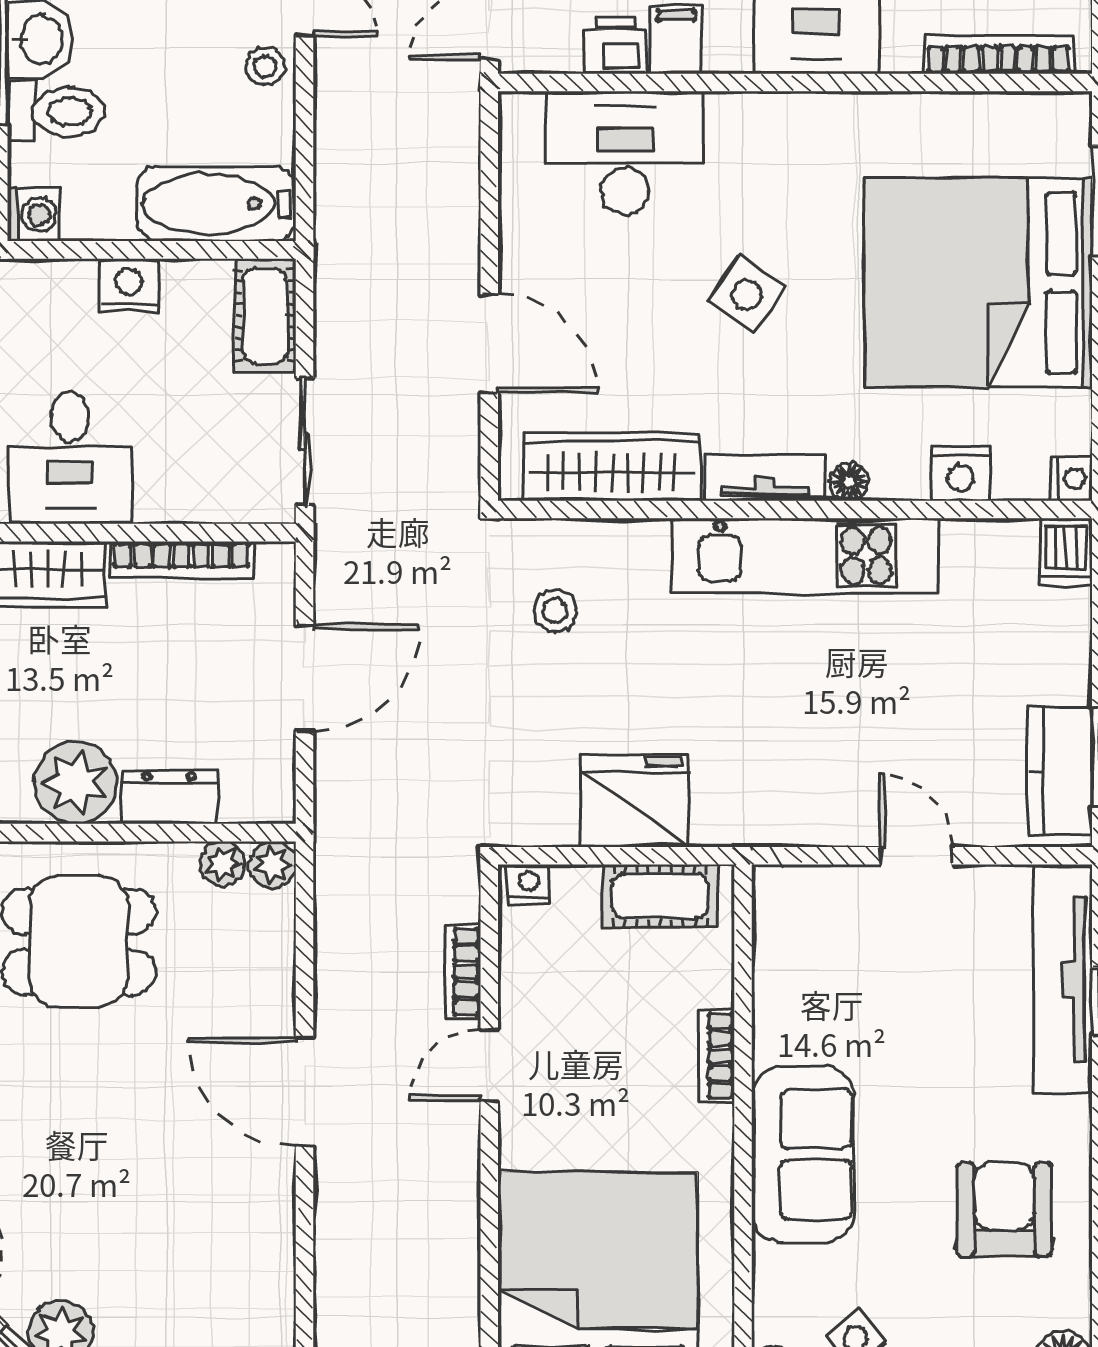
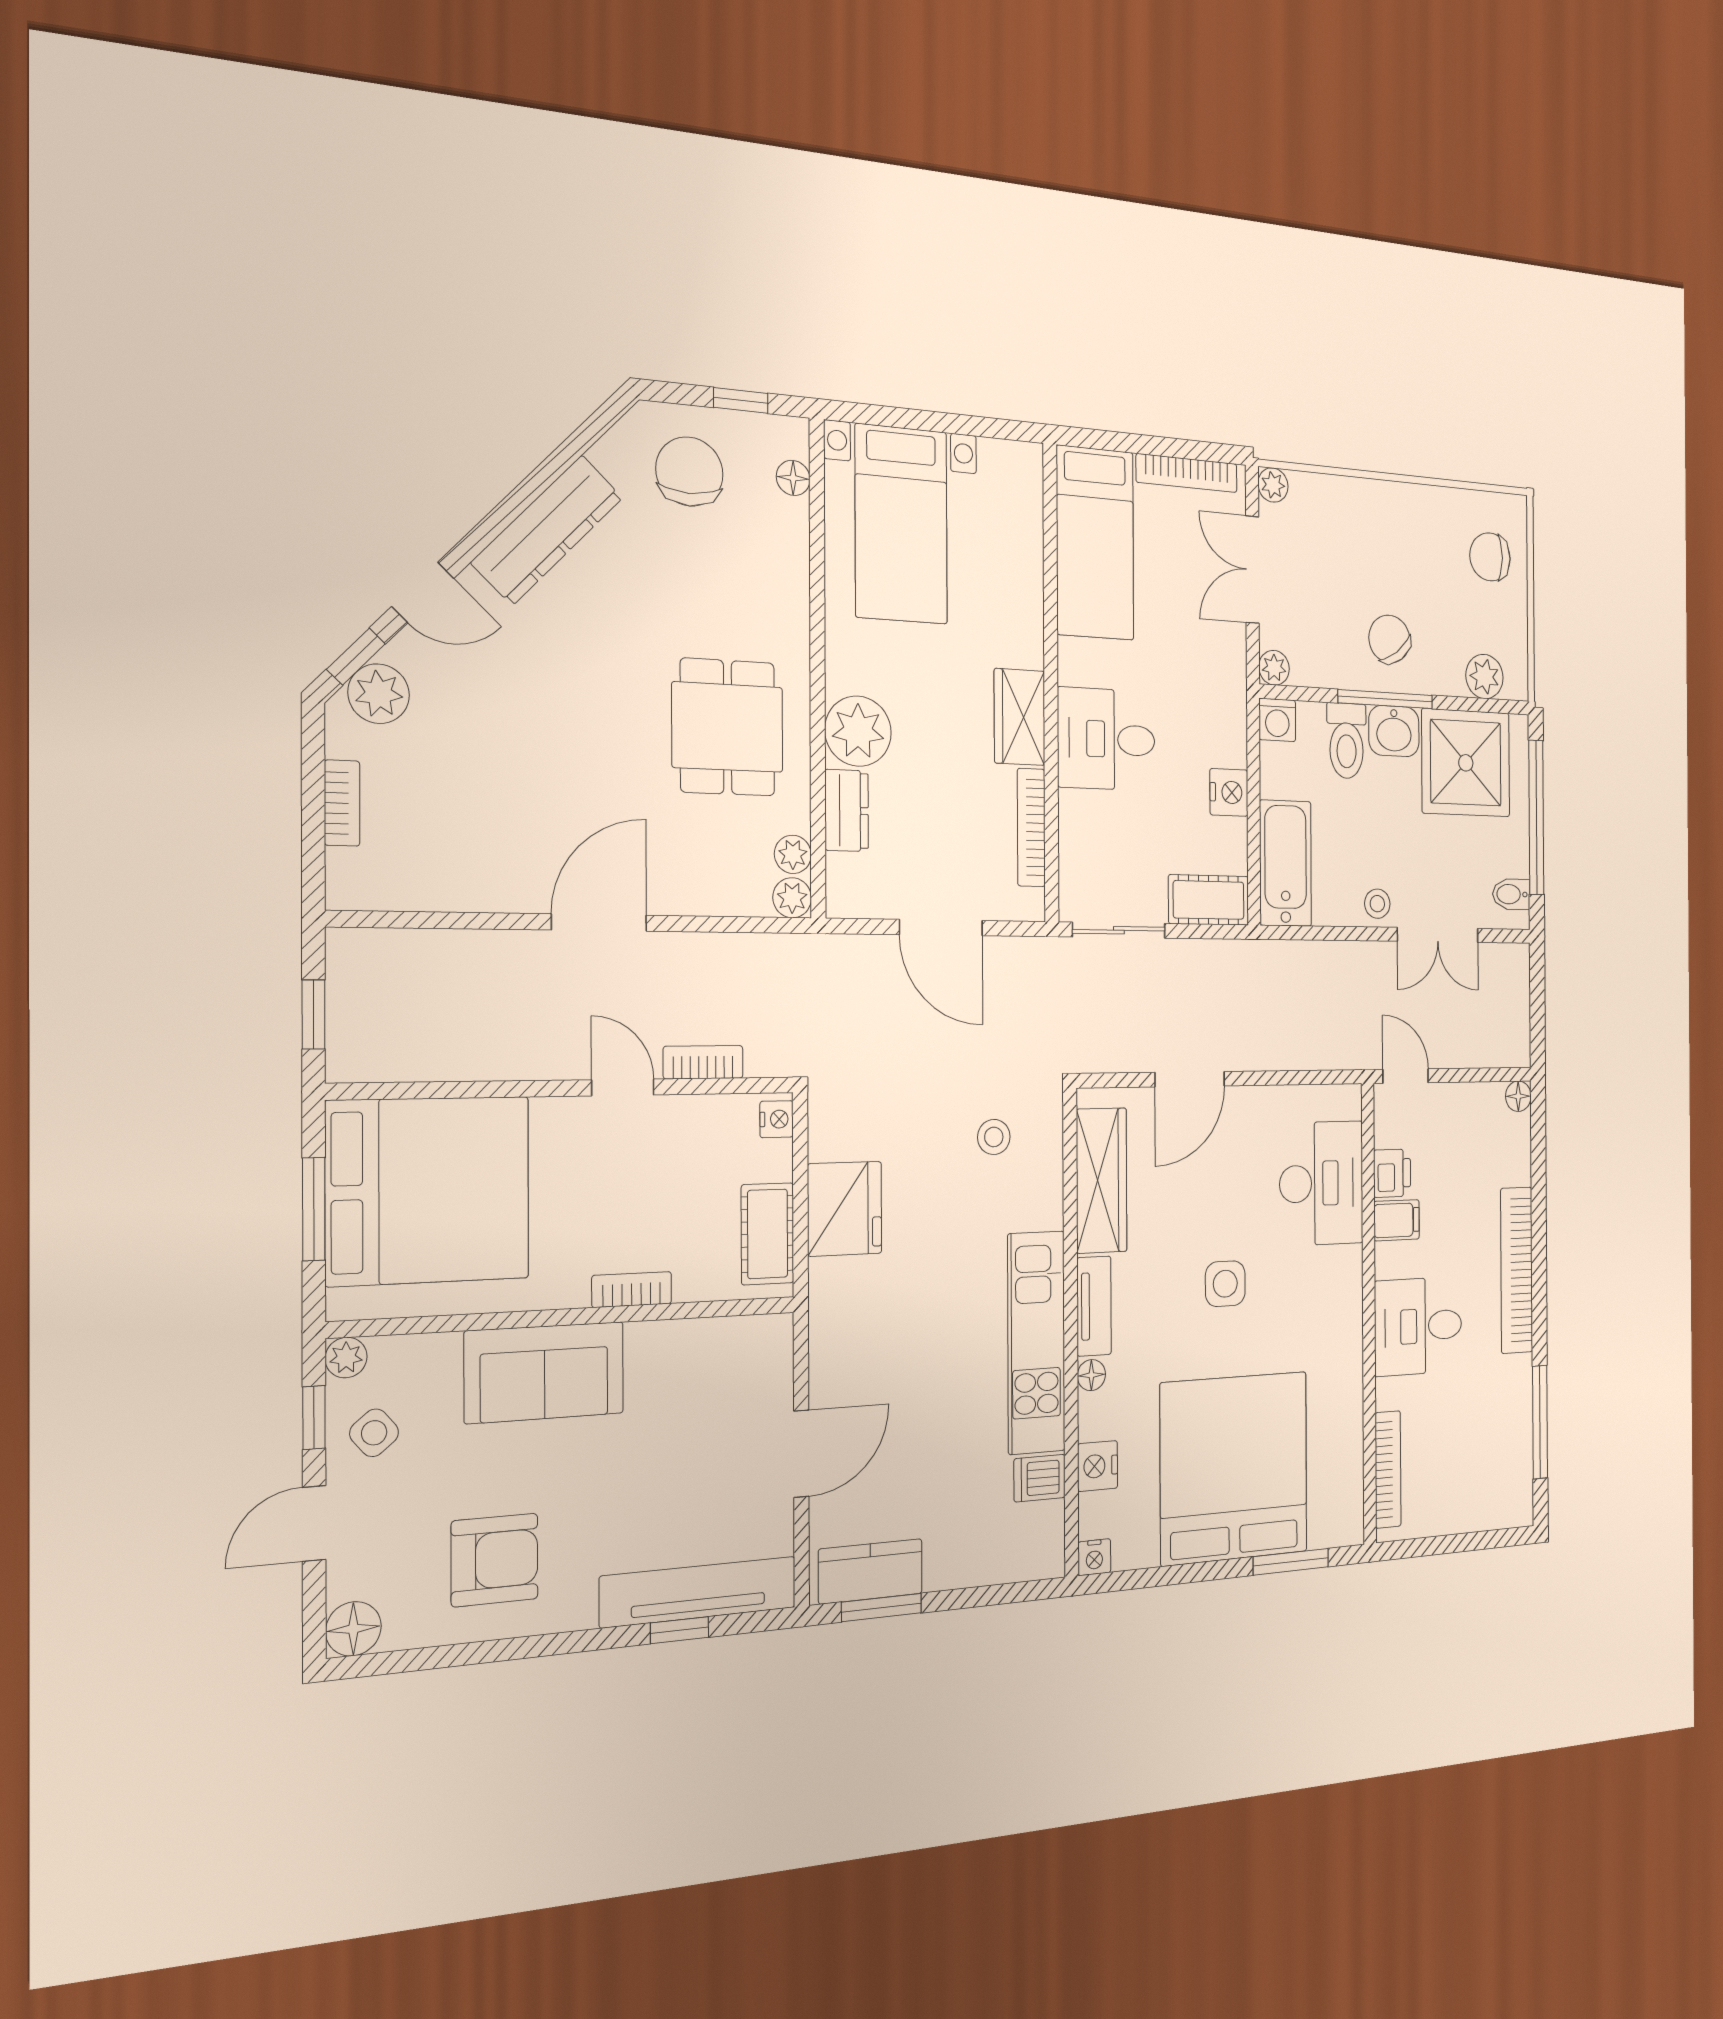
side table: (747, 294) -> (1225, 1284), turned -34
dishwasher: (1066, 552) -> (1040, 1478), moved
door: (916, 856) -> (801, 1454), width x1.38

